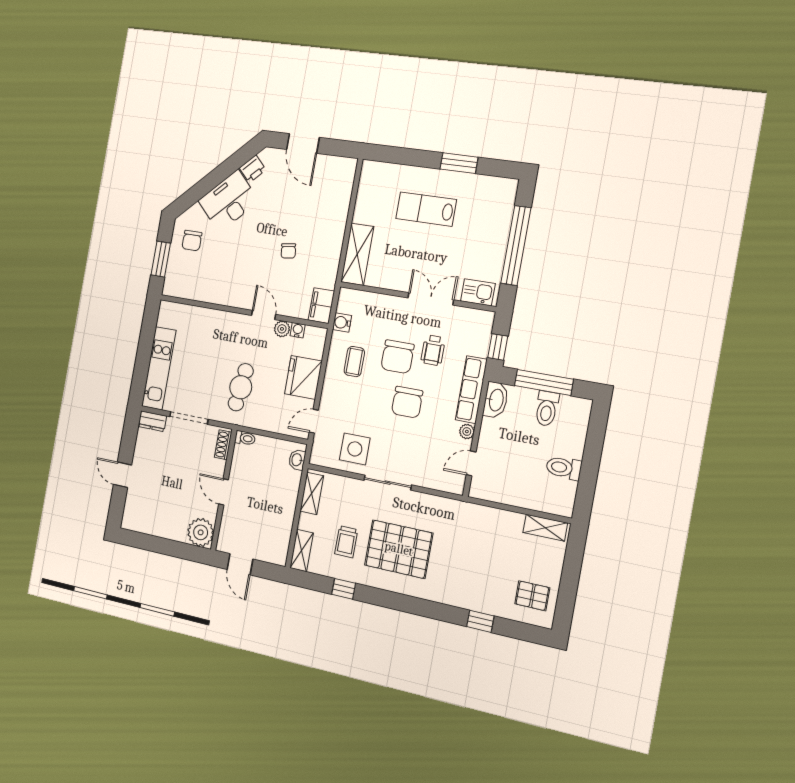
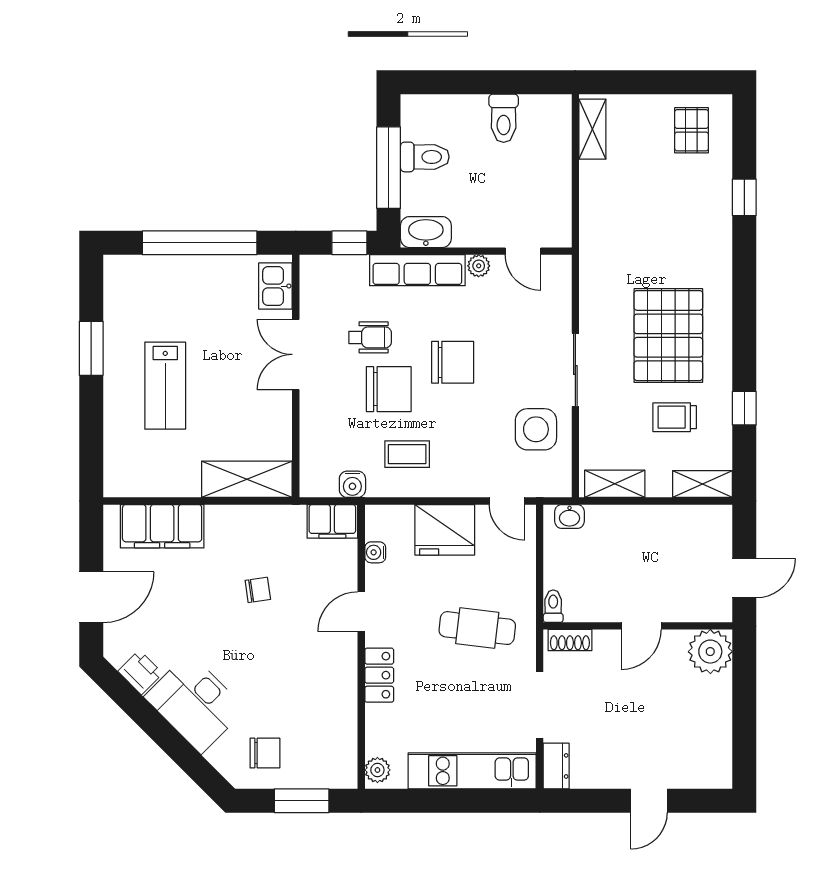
filing cabinet: (338, 195) -> (162, 526), added
locker: (224, 320) -> (379, 675), added
plant: (282, 329) -> (377, 770), moved
trolley: (346, 542) -> (675, 417), turned 180

